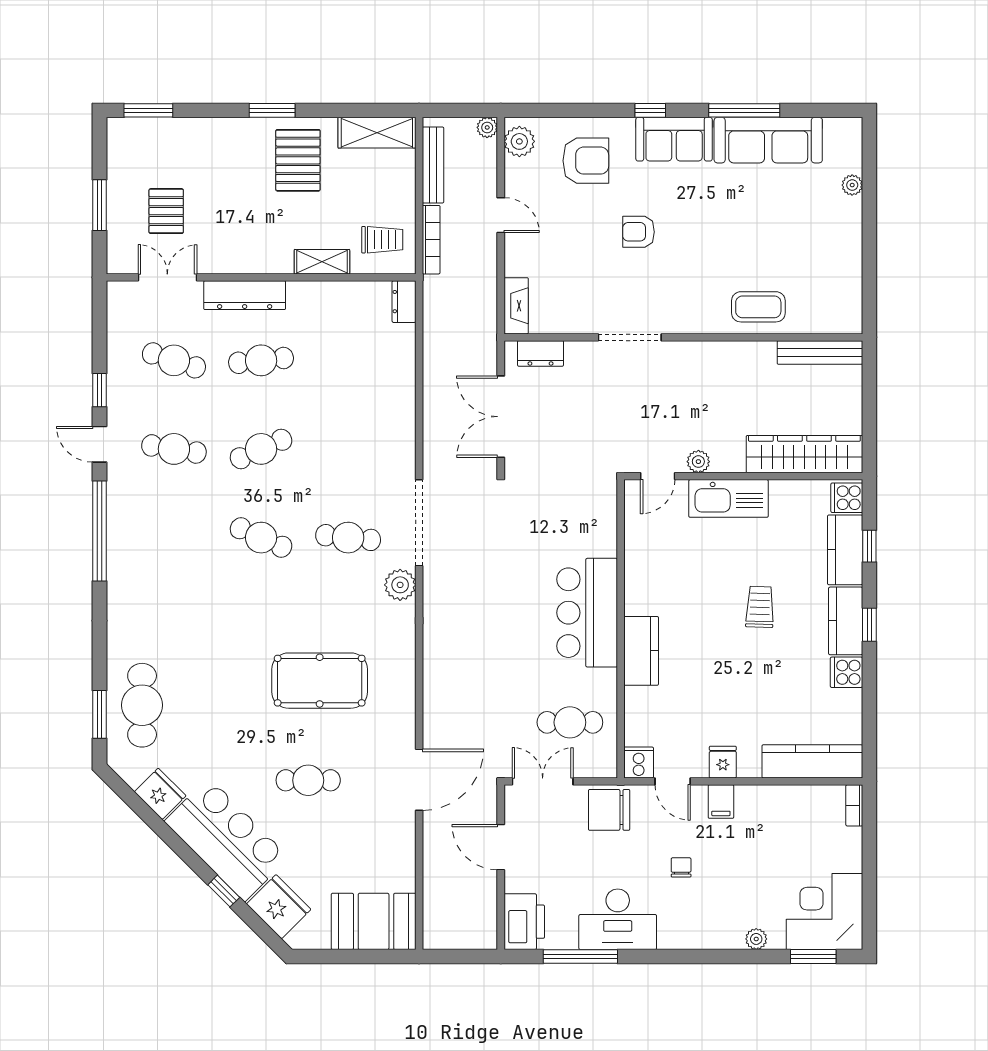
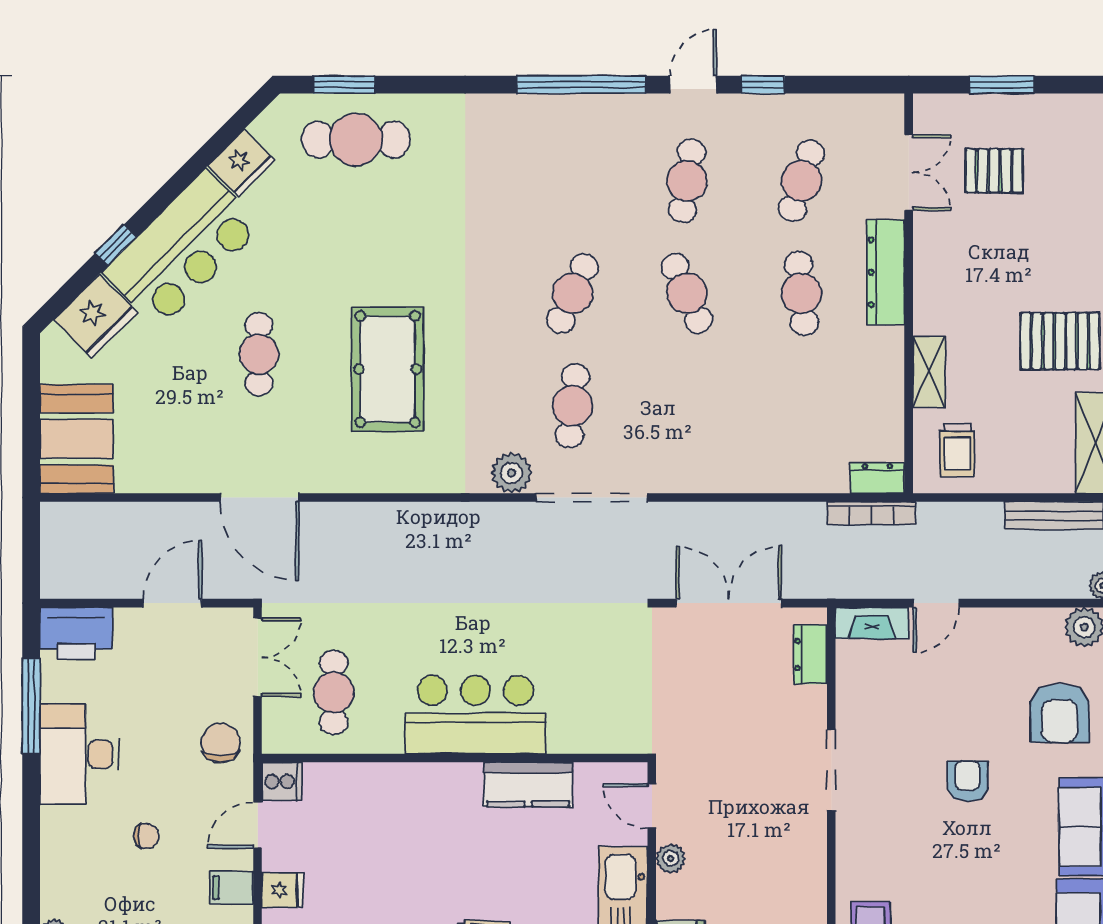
door: (501, 215) -> (936, 603), moved
bookcase: (431, 240) -> (871, 513), moved
kitchen counter: (641, 651) -> (528, 785), moved
chair: (609, 810) -> (221, 743), width x0.73, depth x0.73

